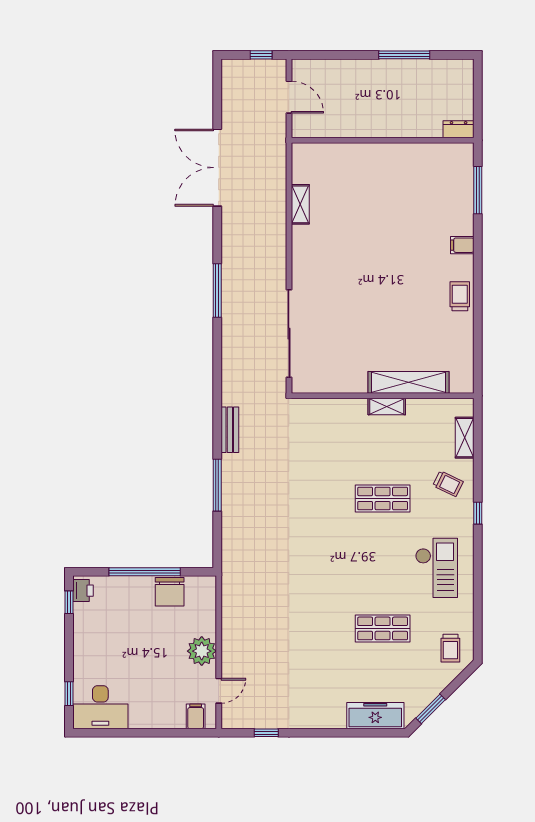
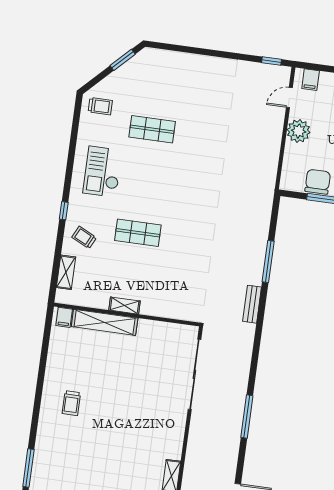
filing cabinet: (462, 245) -> (64, 317), moved, turned 90
trolley: (460, 296) -> (71, 403), moved
trolley: (450, 648) -> (100, 106), turned 90
freezer: (375, 716) -> (167, 61), removed
window: (266, 733) -> (272, 61), moved

